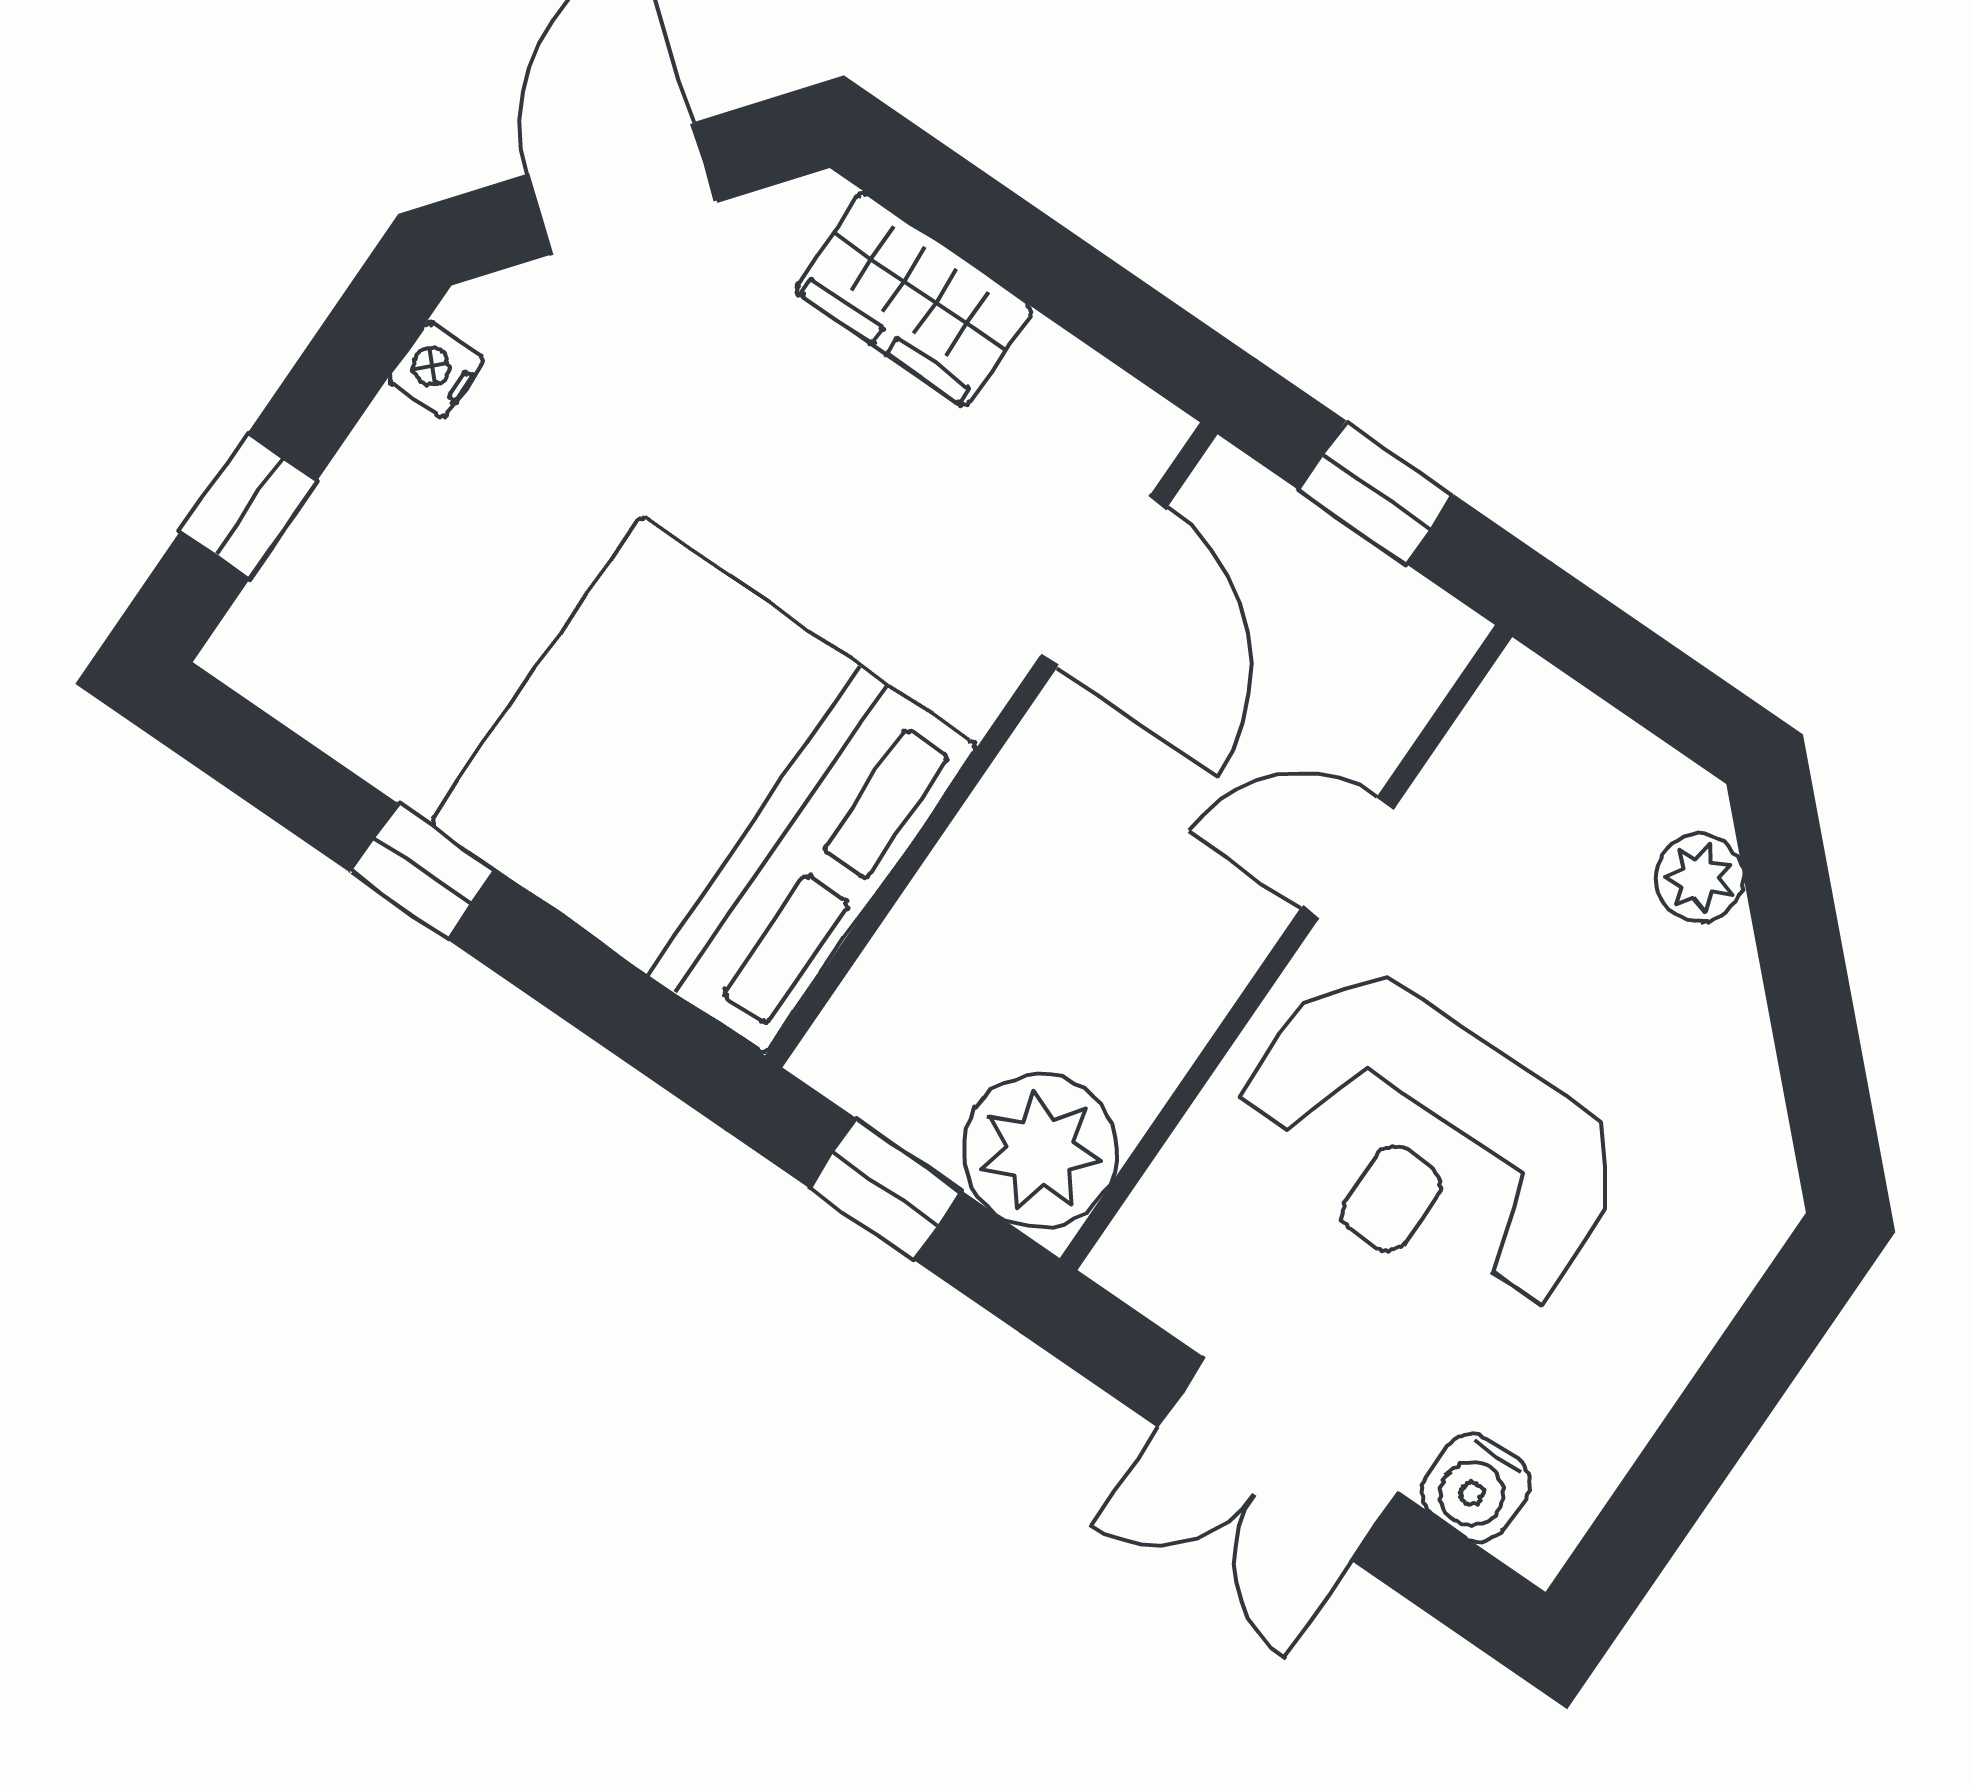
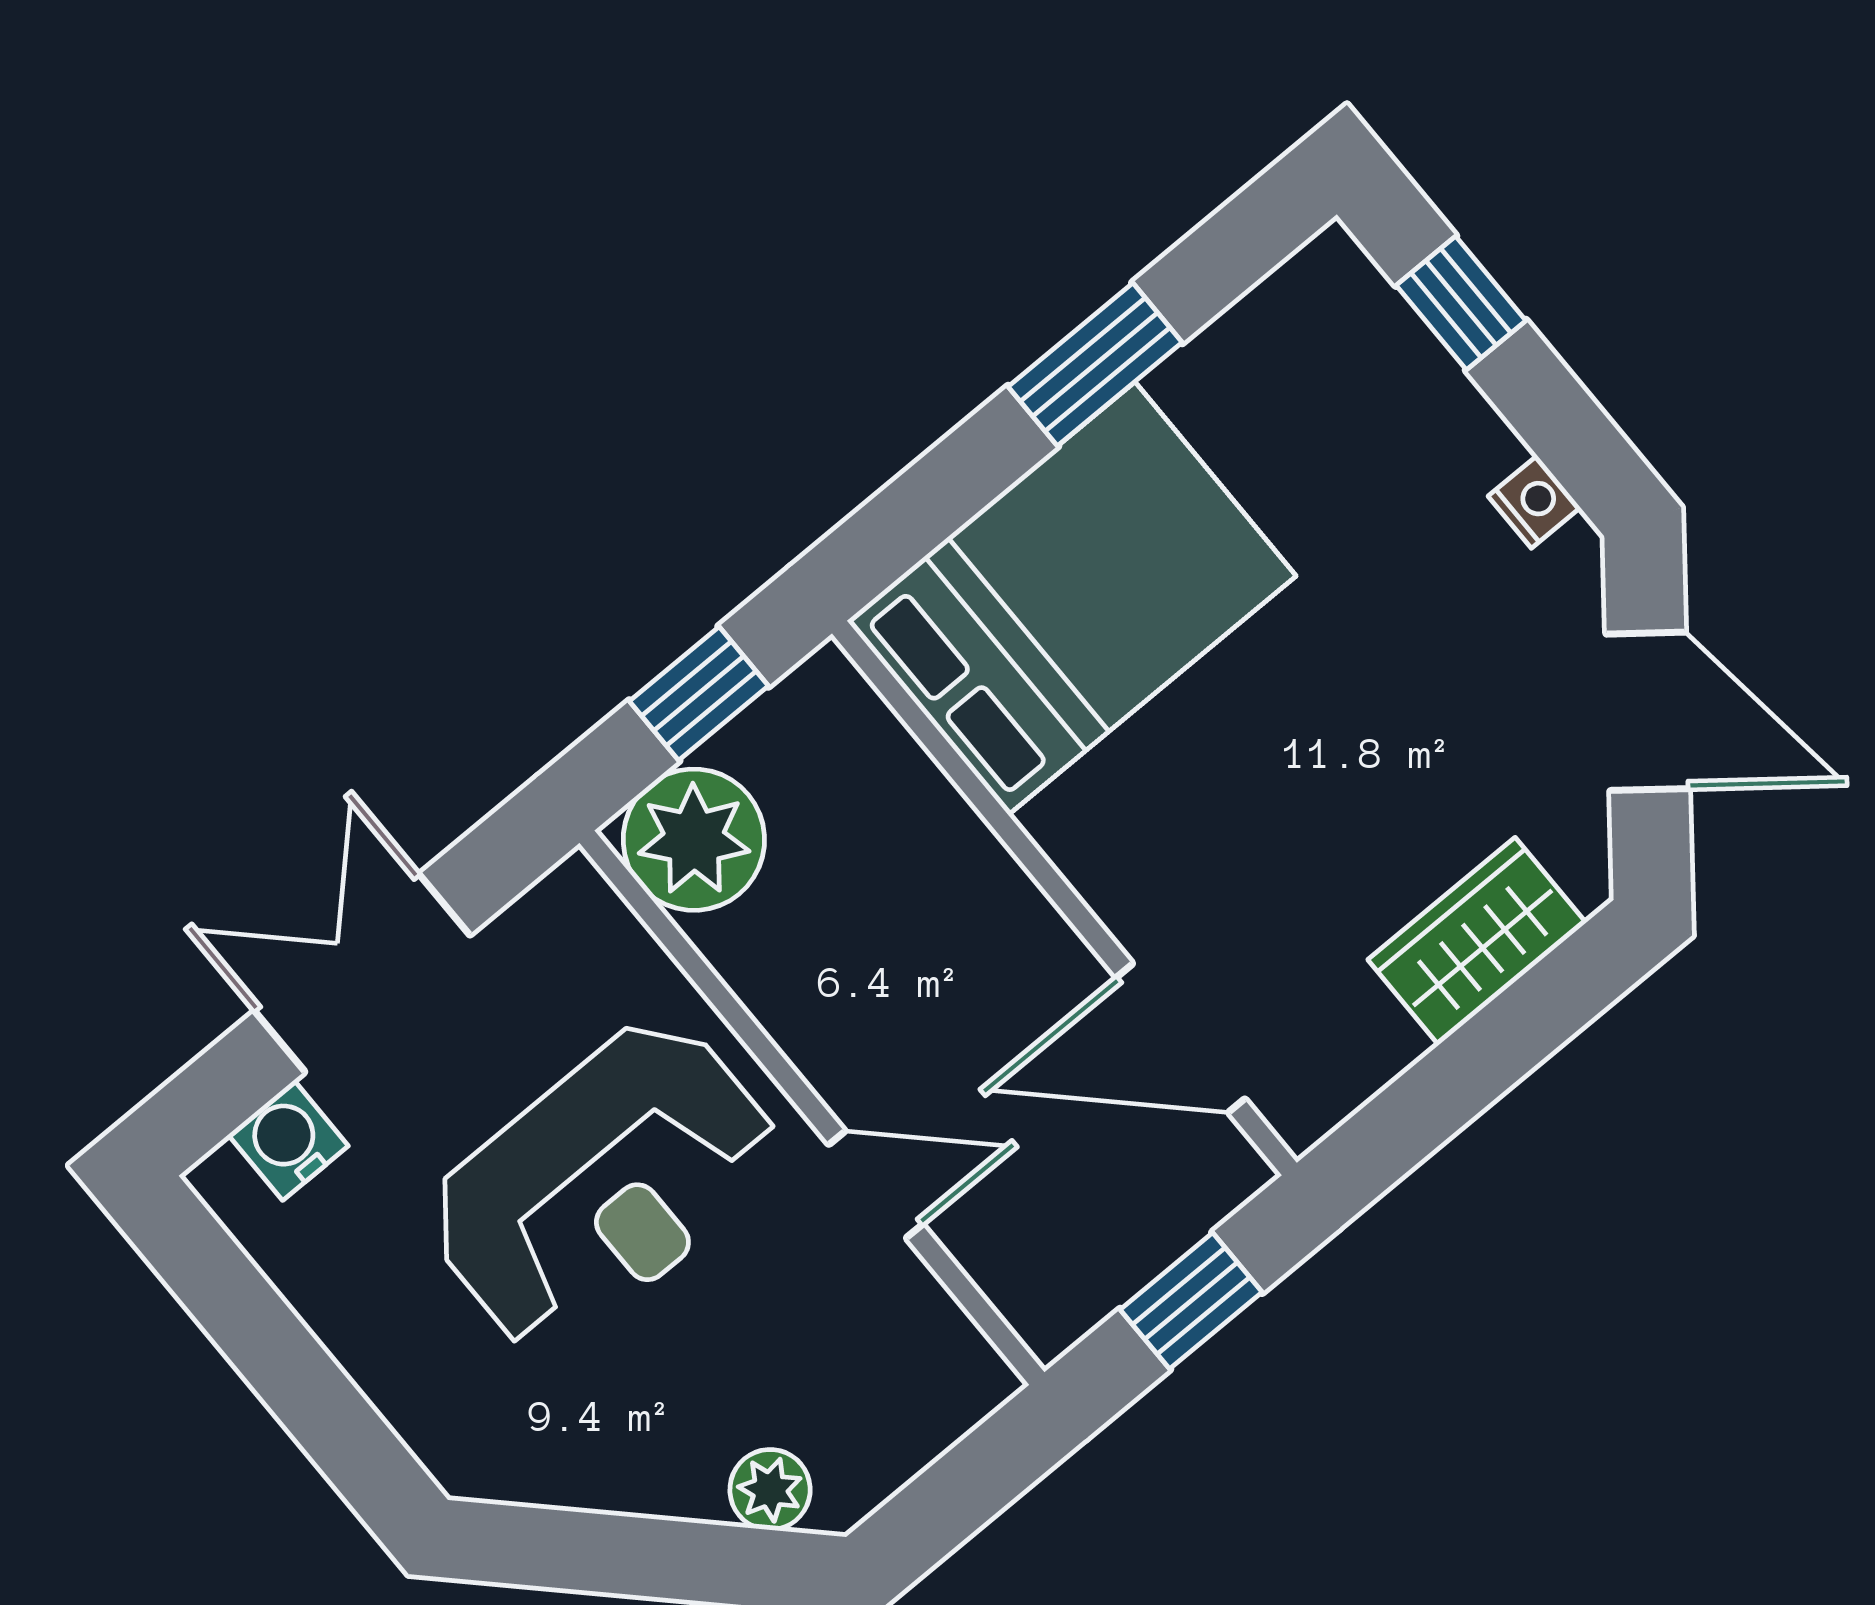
bed: (703, 785) -> (1072, 598), width x0.73
door: (1348, 858) -> (876, 1184), hinge flipped
window: (422, 871) -> (1095, 364), width x1.50
reception desk: (1429, 1144) -> (603, 1185), turned 180

